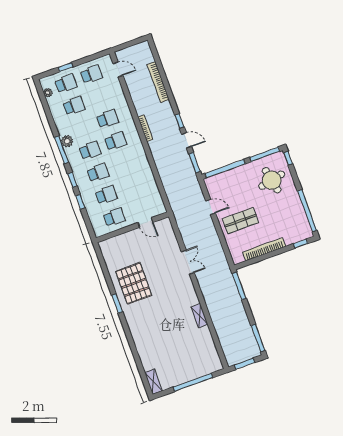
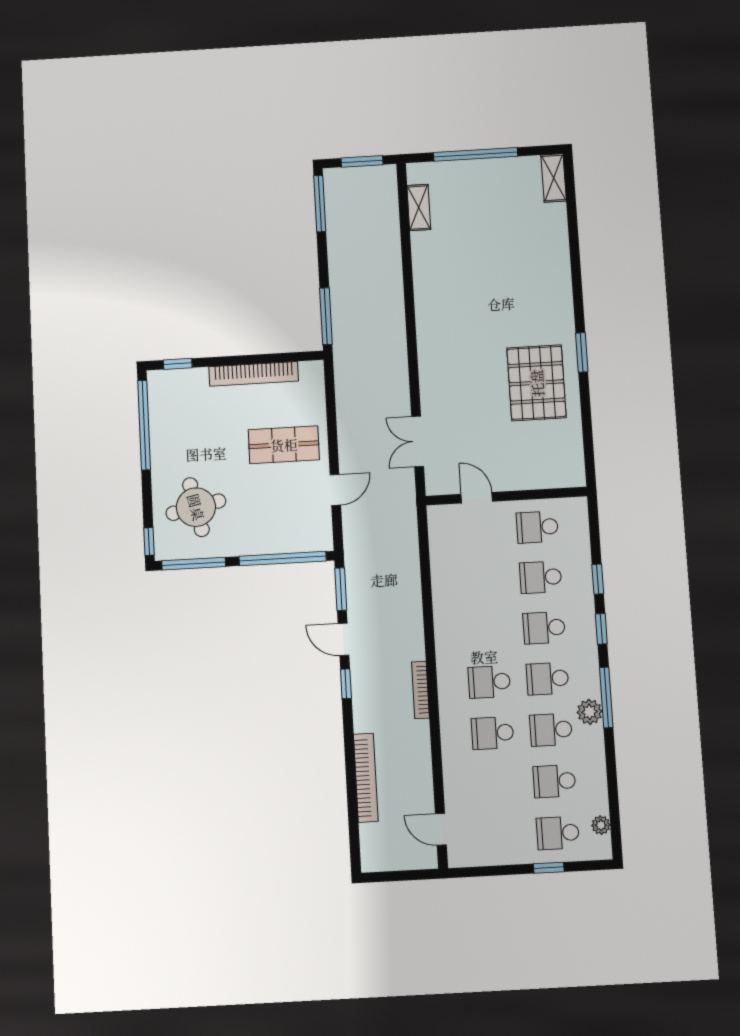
school desk: (91, 74) -> (551, 730), moved
door: (211, 207) -> (335, 490), swing flipped
double door: (188, 262) -> (418, 441), moved
shelving: (199, 316) -> (419, 208), moved

